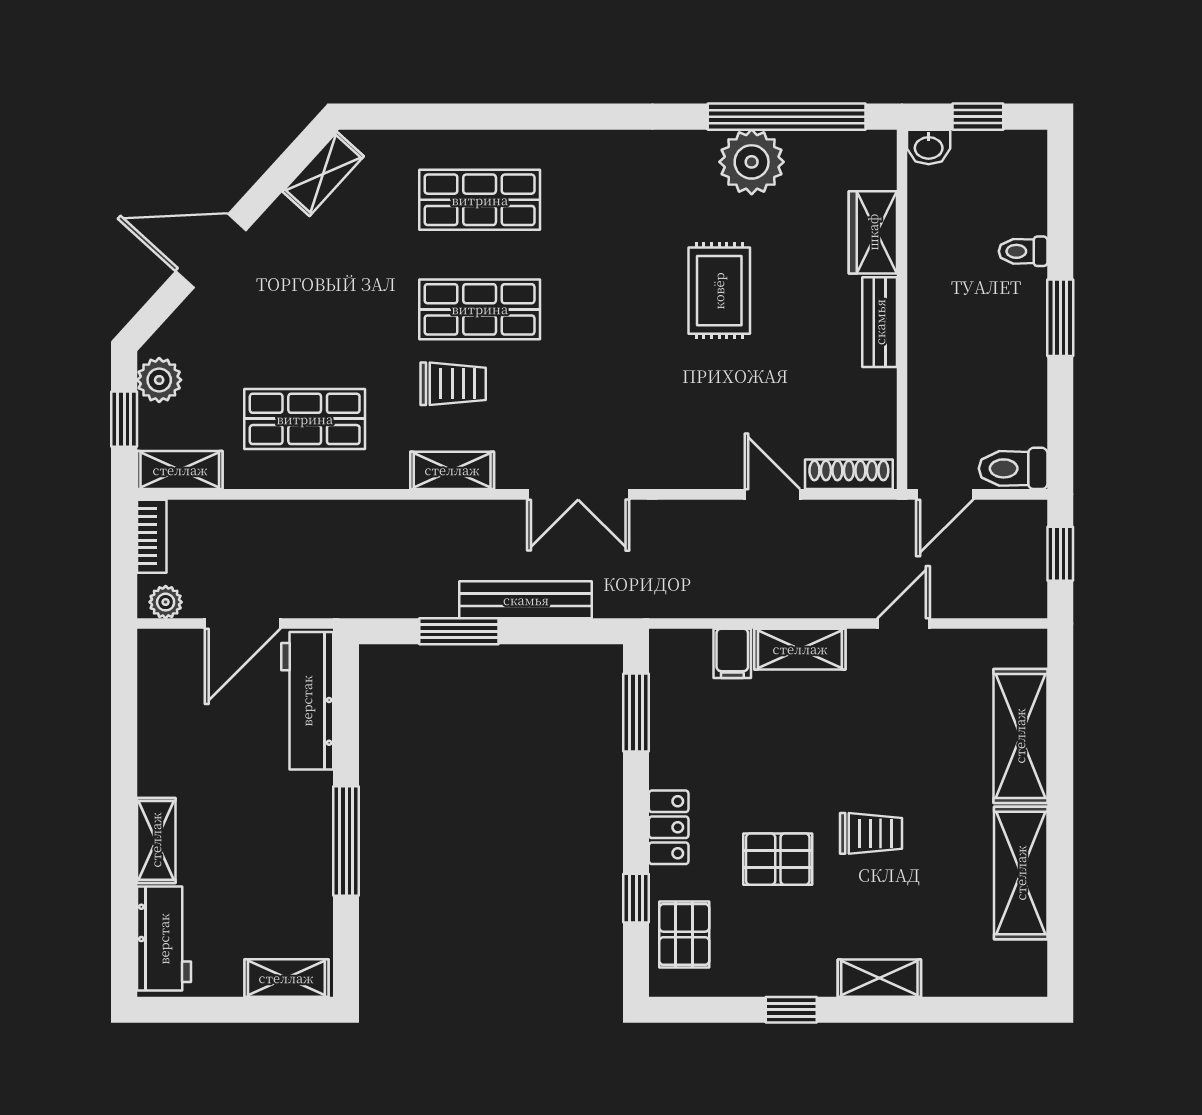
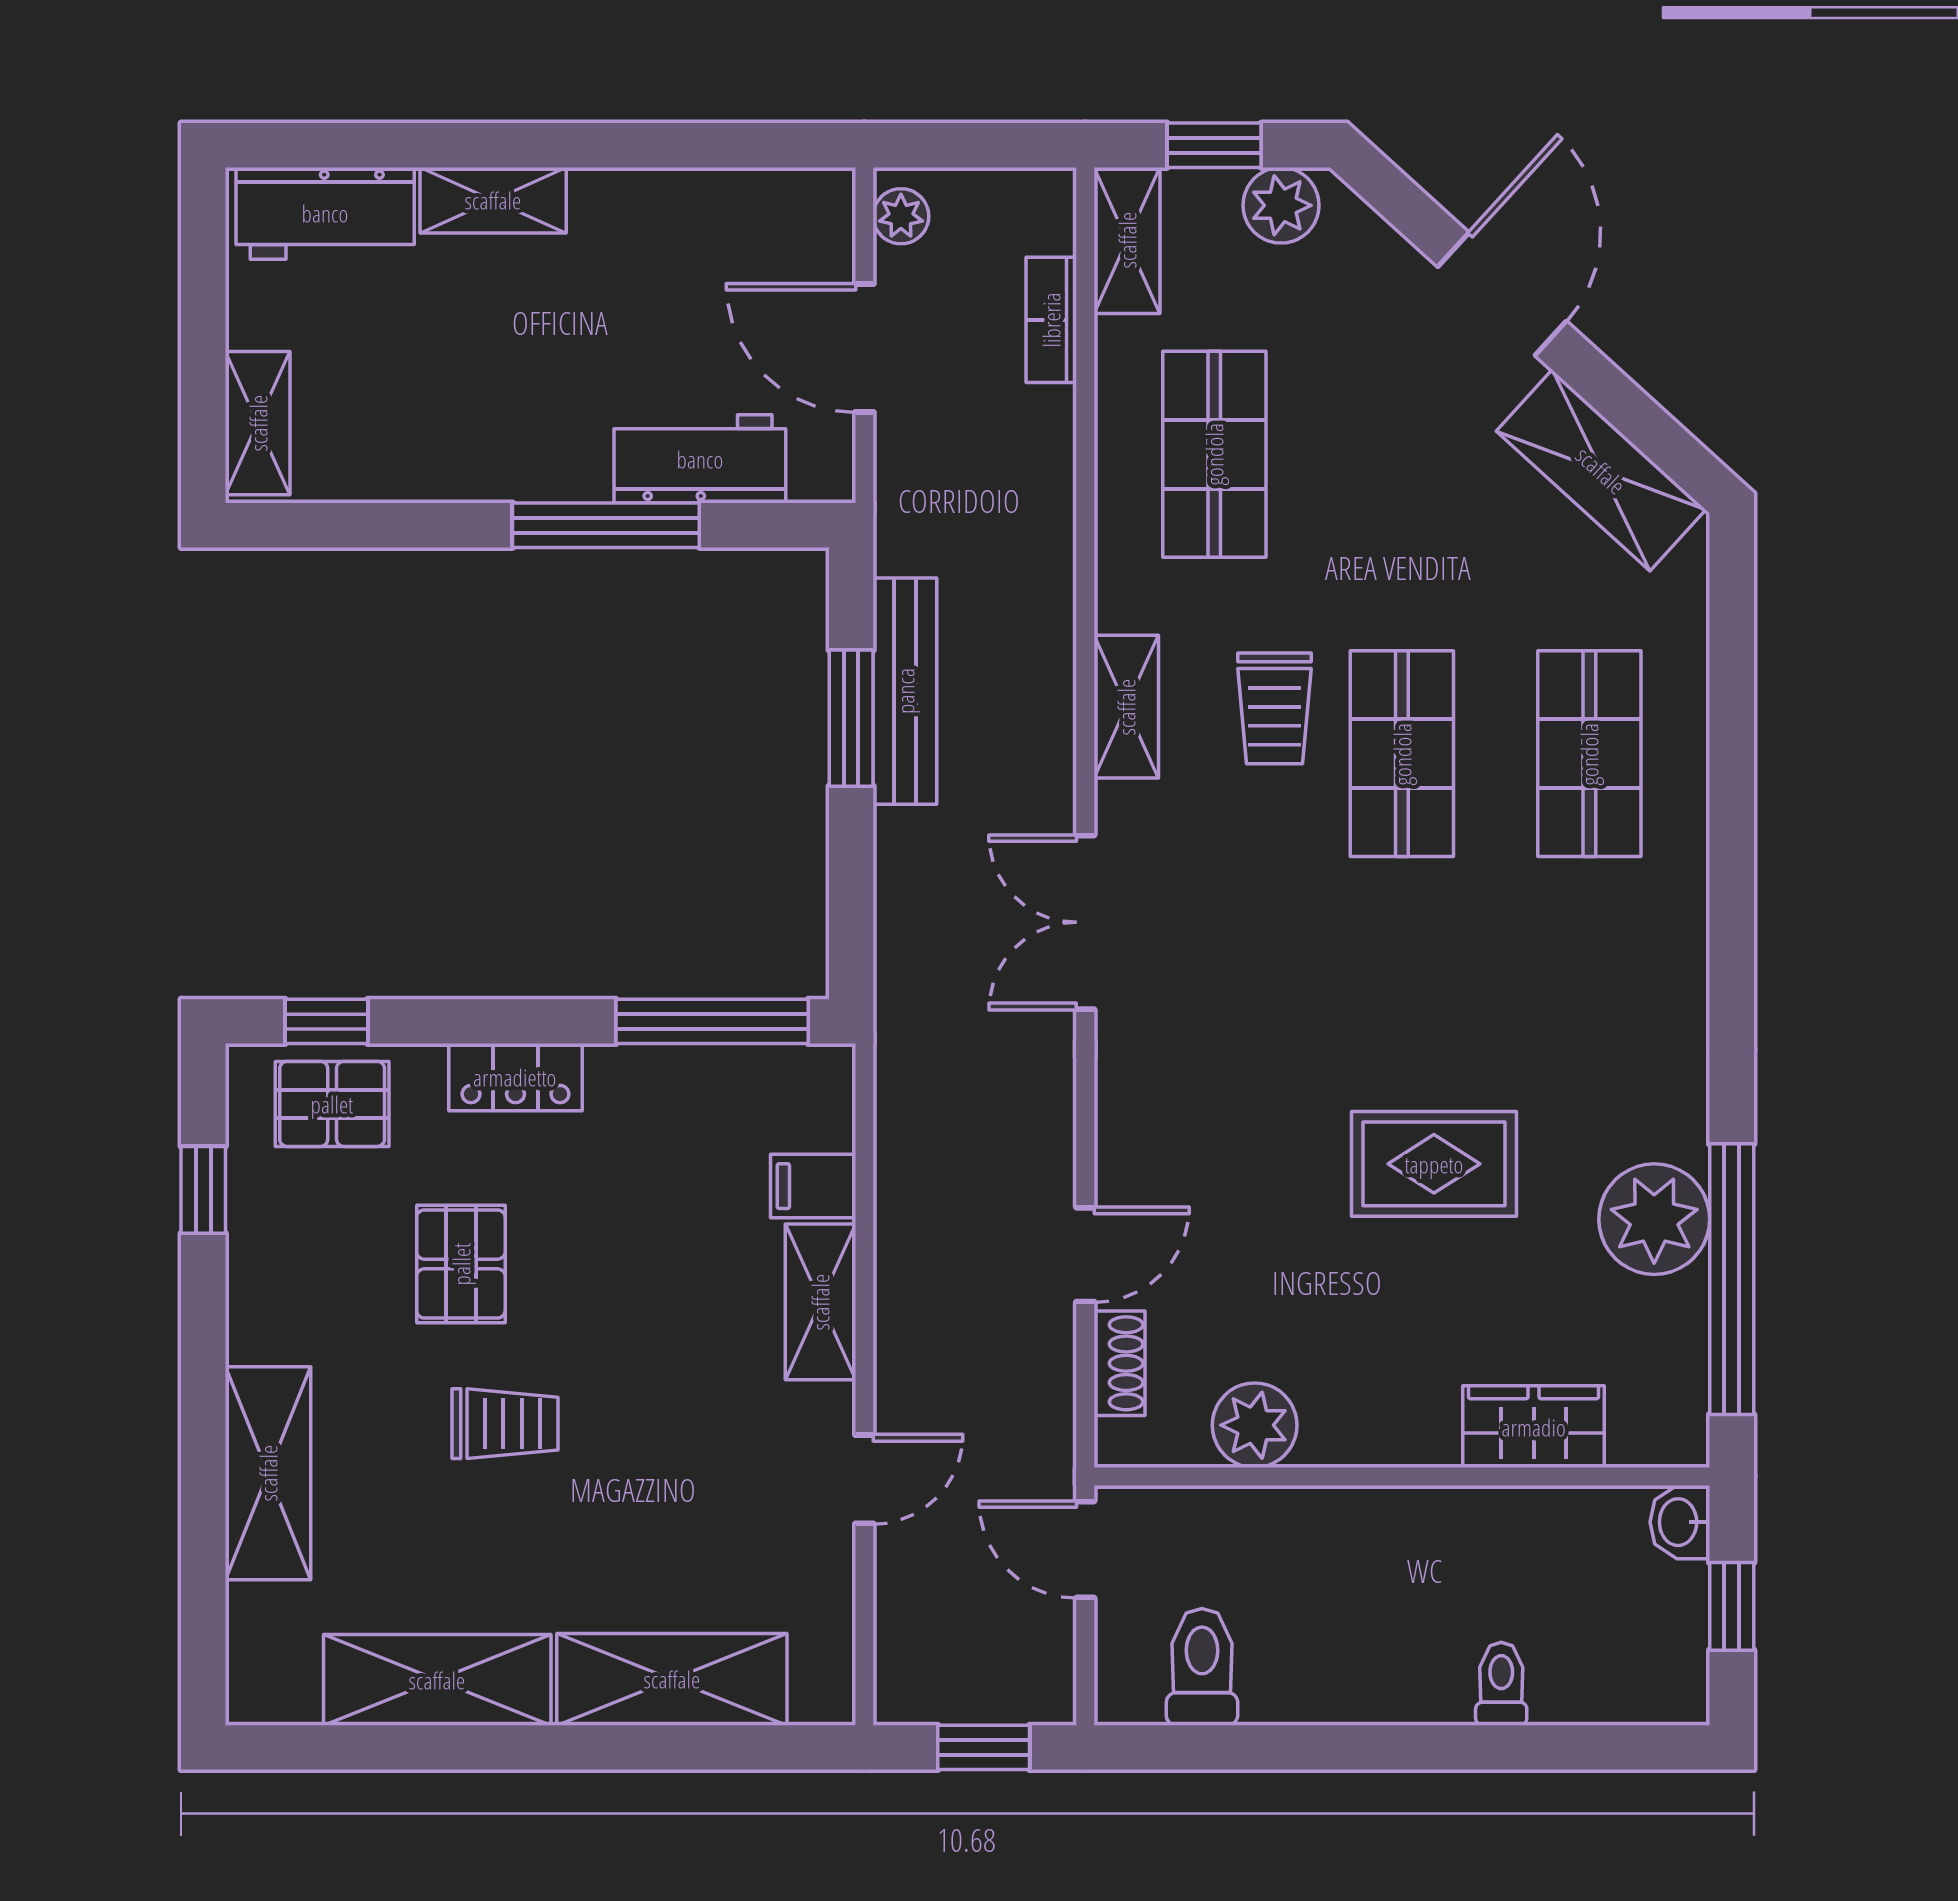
shelving: (323, 174) -> (1601, 470), width x1.50, depth x1.33
window: (1060, 318) -> (1388, 1747), removed
bench: (880, 322) -> (1380, 1438), removed
plant: (872, 395) -> (1255, 1425), added
toilet: (1013, 468) -> (1202, 1667), moved
shoe rack: (849, 474) -> (1120, 1363), width x0.70
bookcase: (152, 536) -> (1051, 320), moved, turned 90
bench: (526, 600) -> (905, 691), moved
door: (904, 623) -> (864, 1479), hinge flipped
workbench: (307, 701) -> (700, 459), width x0.73
window: (636, 712) -> (712, 1021), width x1.44
trolley: (871, 833) -> (505, 1424), turned -90
window: (346, 841) -> (606, 525), moved
window: (636, 898) -> (326, 1021), moved
shelving: (879, 978) -> (268, 1473), width x1.50, depth x1.33
window: (791, 1010) -> (203, 1190), moved

